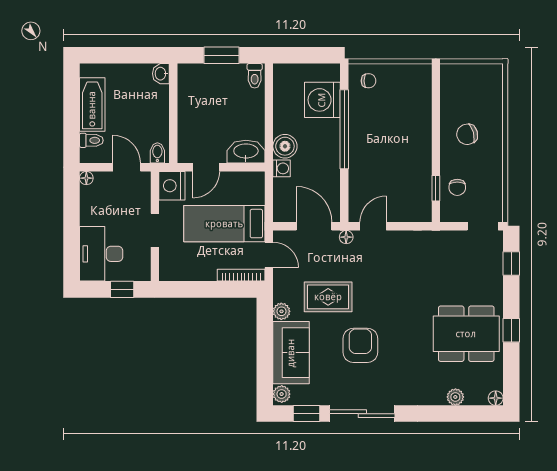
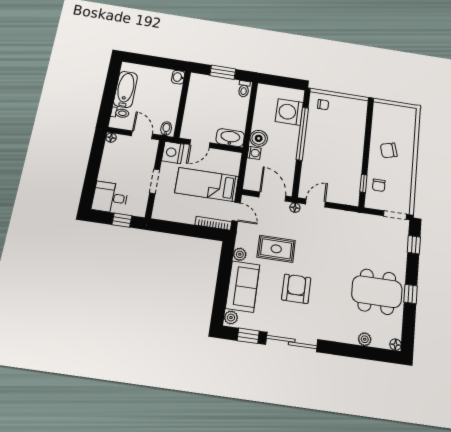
desk: (101, 254) -> (110, 197), width x0.73

